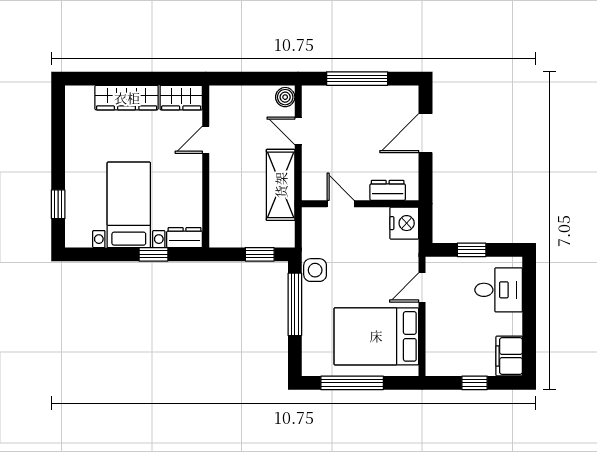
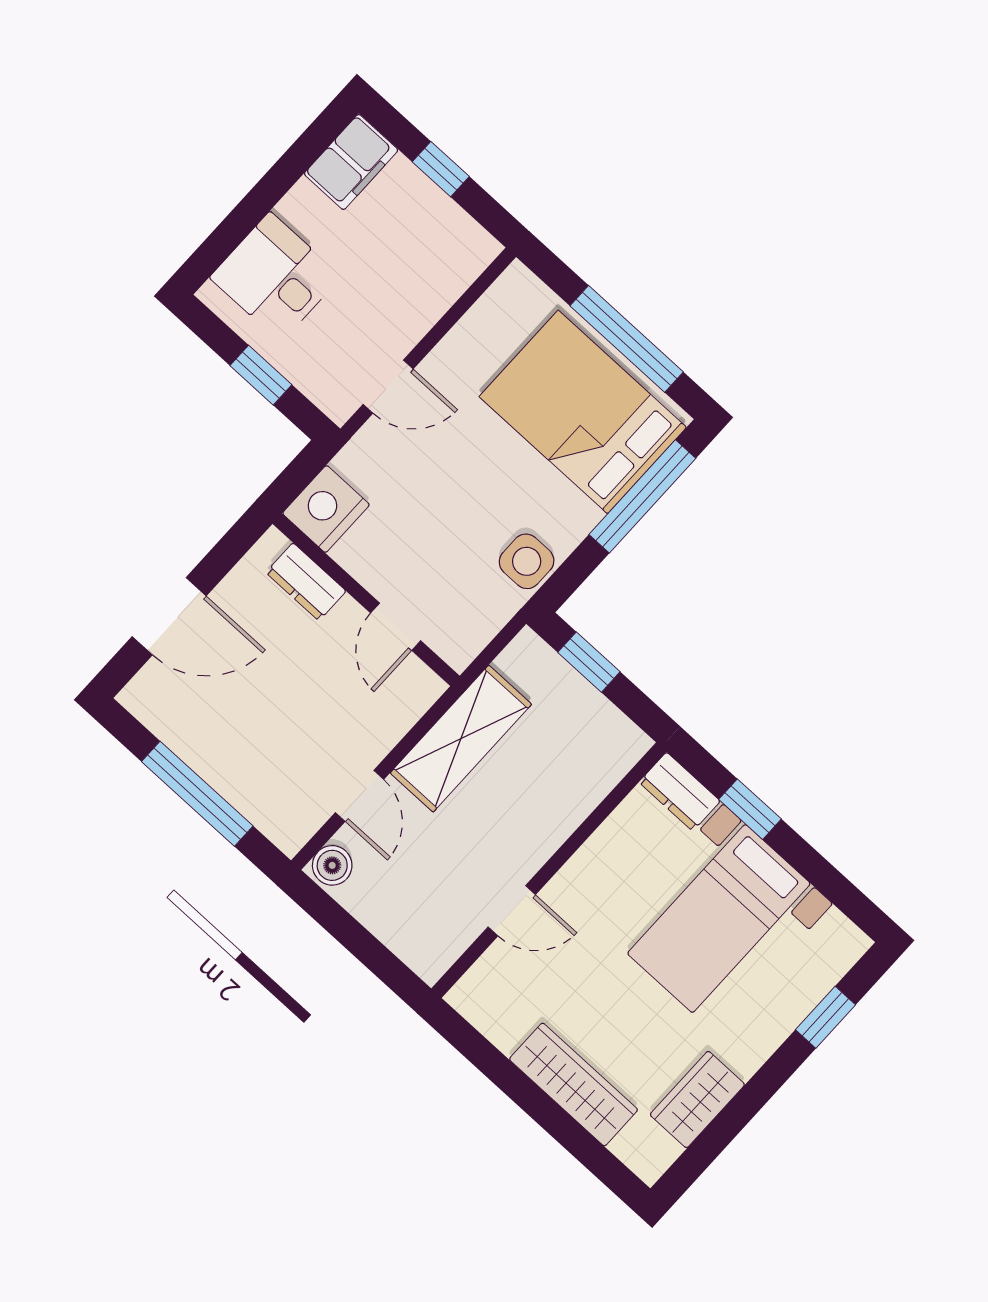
wardrobe: (181, 98) -> (697, 1099), moved, turned -90
window: (295, 304) -> (642, 496), moved
bed: (376, 336) -> (583, 412), moved, turned 180

